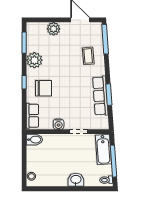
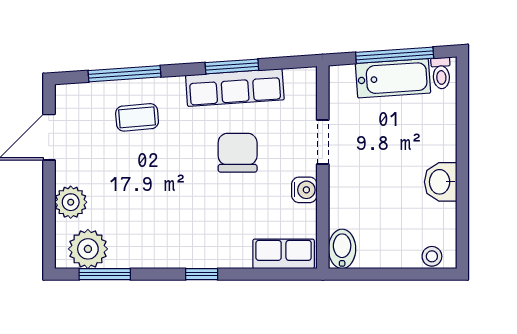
window: (105, 39) -> (125, 74), moved
plant: (34, 60) -> (88, 249), moved
chair: (44, 88) -> (238, 153), moved
bathtub: (103, 150) -> (393, 78), moved
washbasin: (76, 180) -> (441, 182), moved

